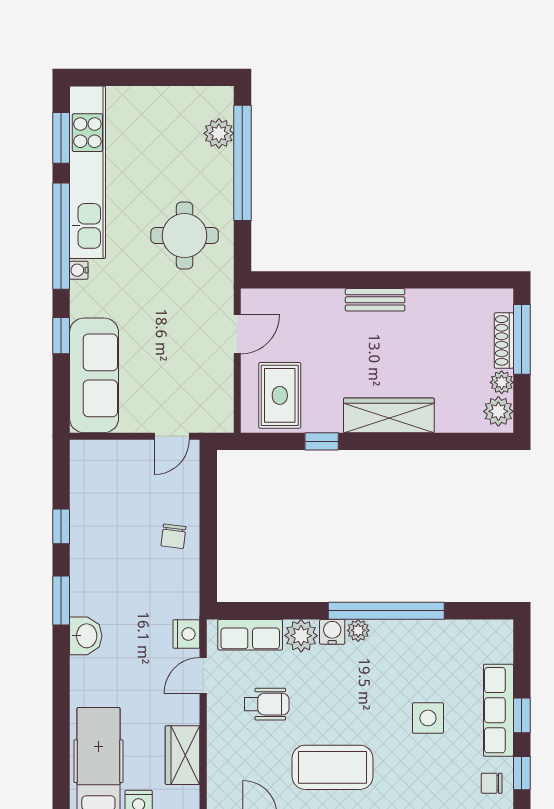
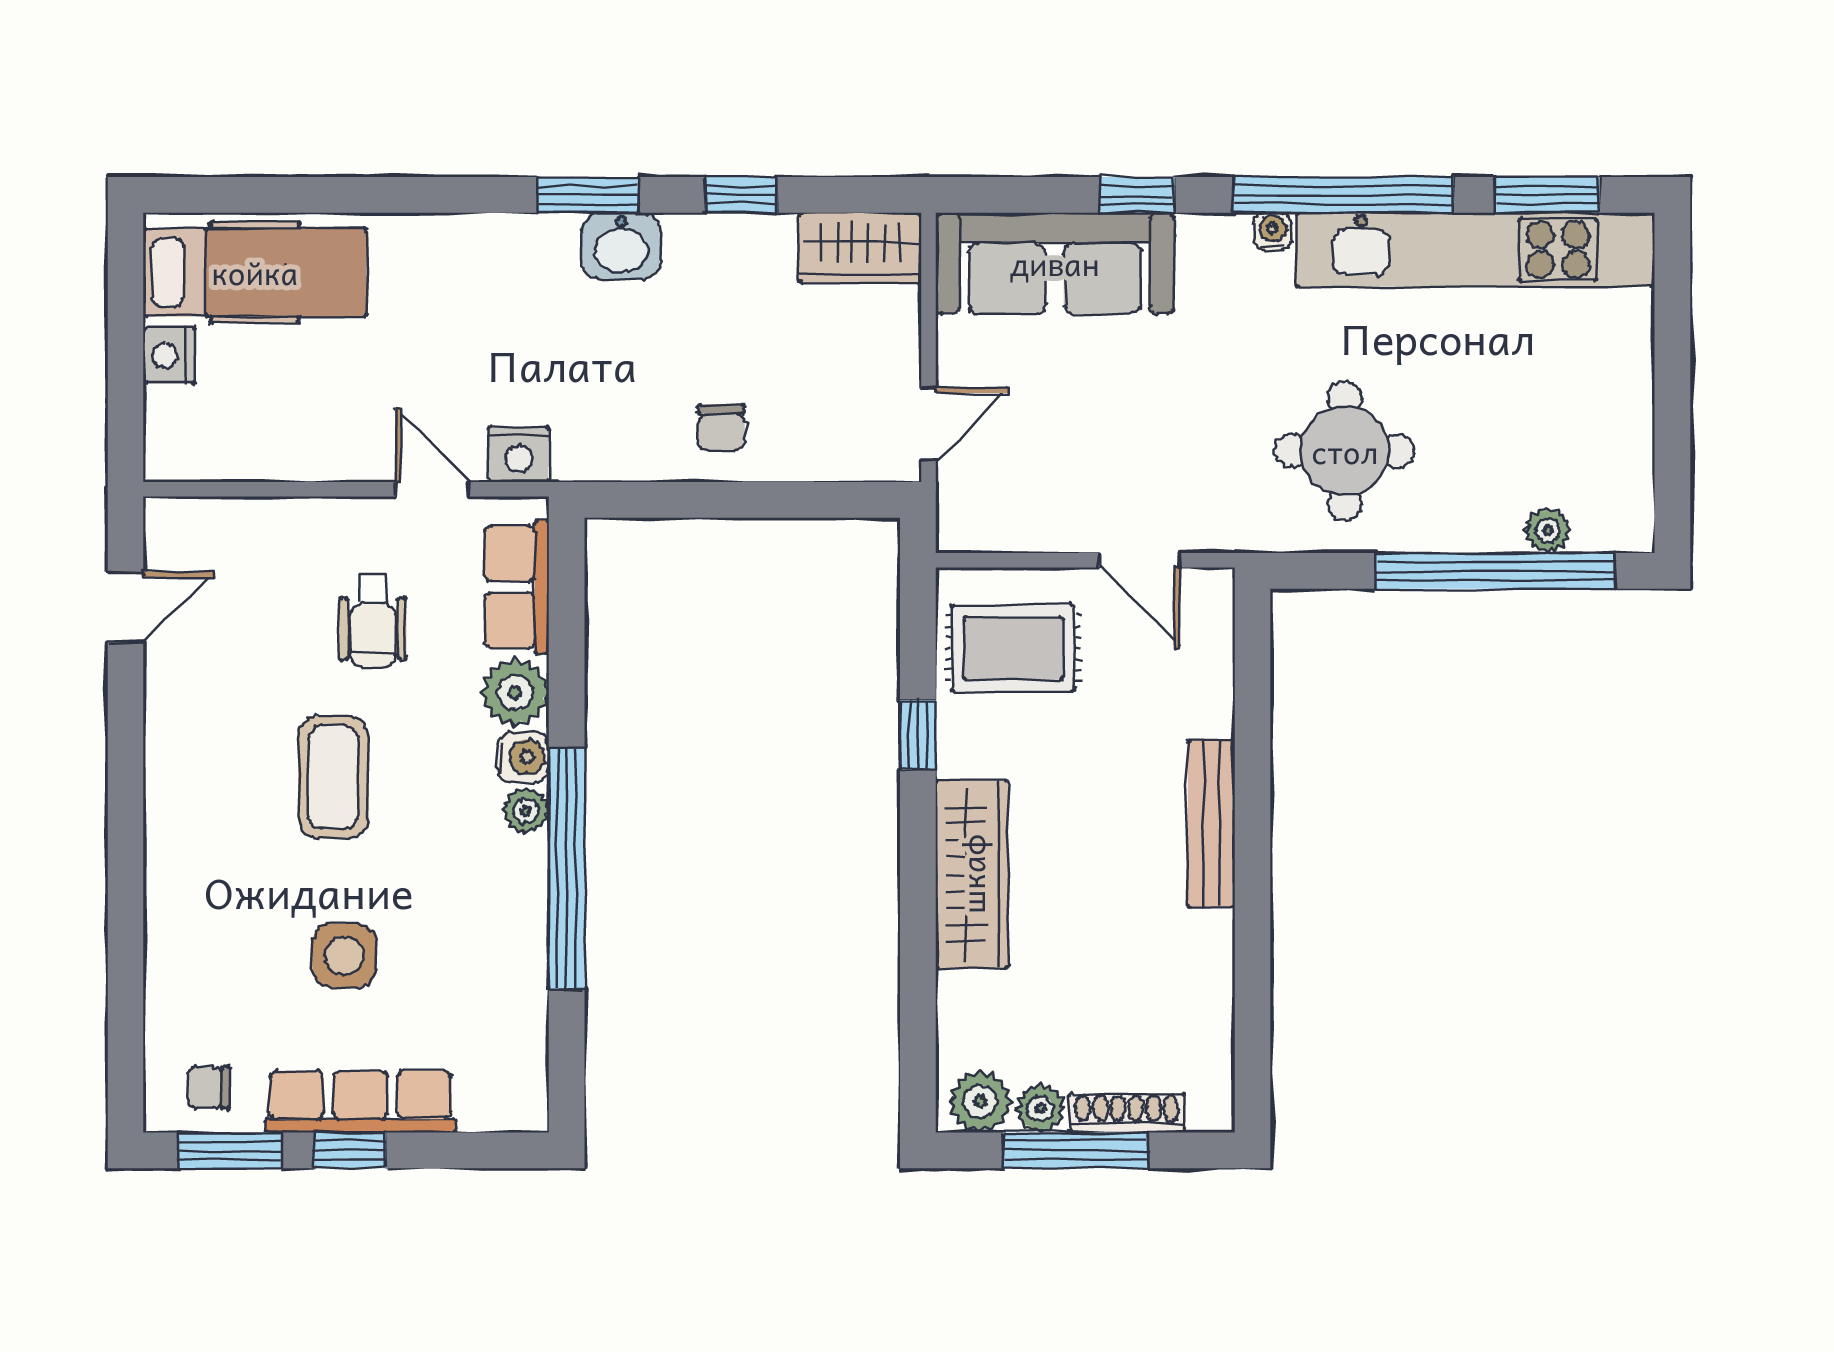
plant: (219, 133) -> (1548, 530), width x0.73, depth x0.73
bench: (375, 300) -> (1211, 824), width x1.36
window: (522, 339) -> (1075, 1150), moved
door: (172, 436) -> (928, 424), swing flipped
chair: (173, 536) -> (721, 428), turned -97
washbasin: (86, 636) -> (621, 246), moved
wardrobe: (183, 755) -> (860, 248), moved, turned 180
coffee table: (332, 767) -> (333, 777), moved, width x0.73, depth x0.76
window: (522, 773) -> (230, 1150), width x1.50
chair: (492, 783) -> (209, 1088), turned -90

